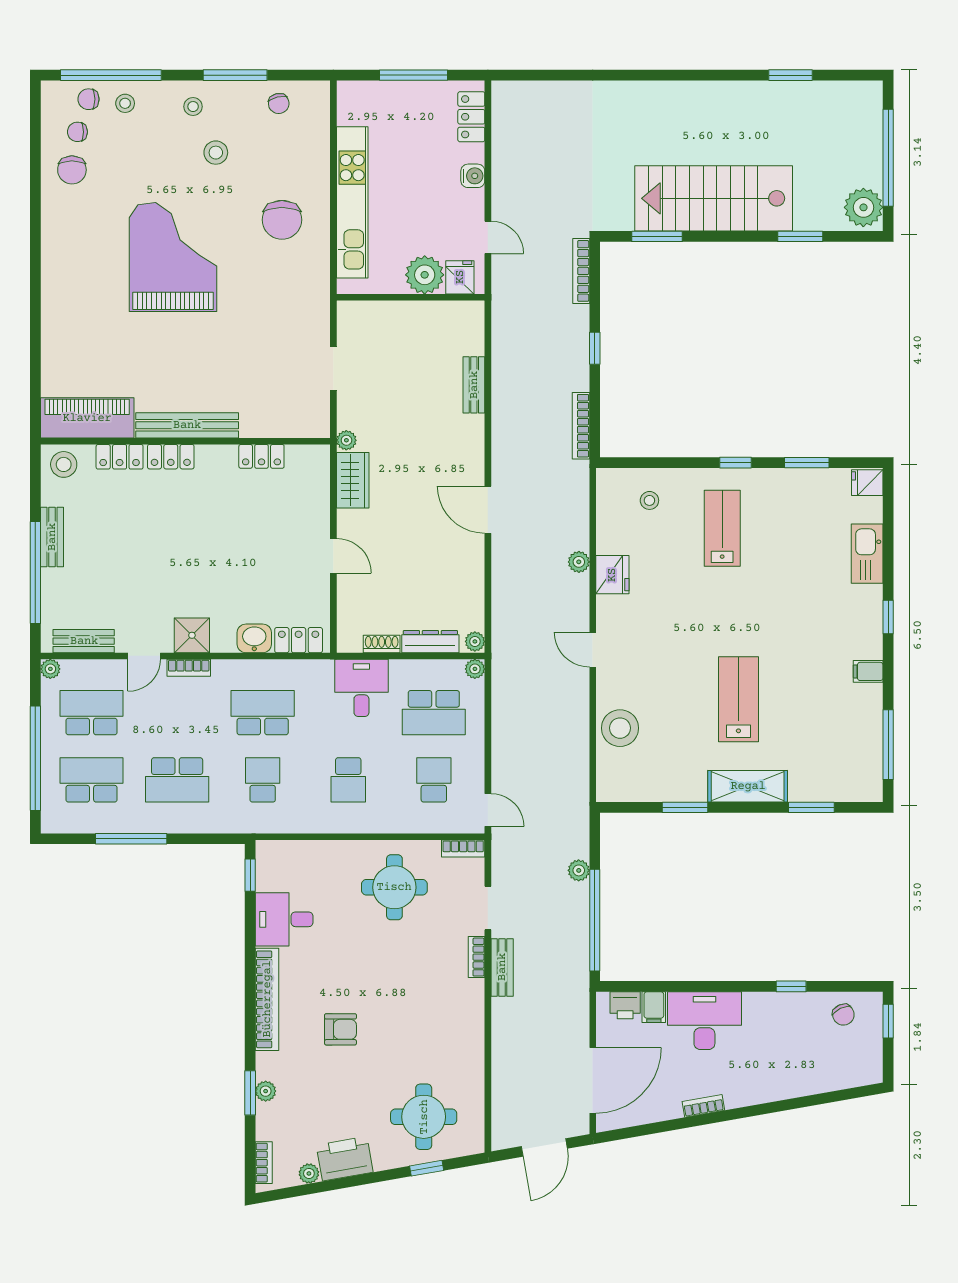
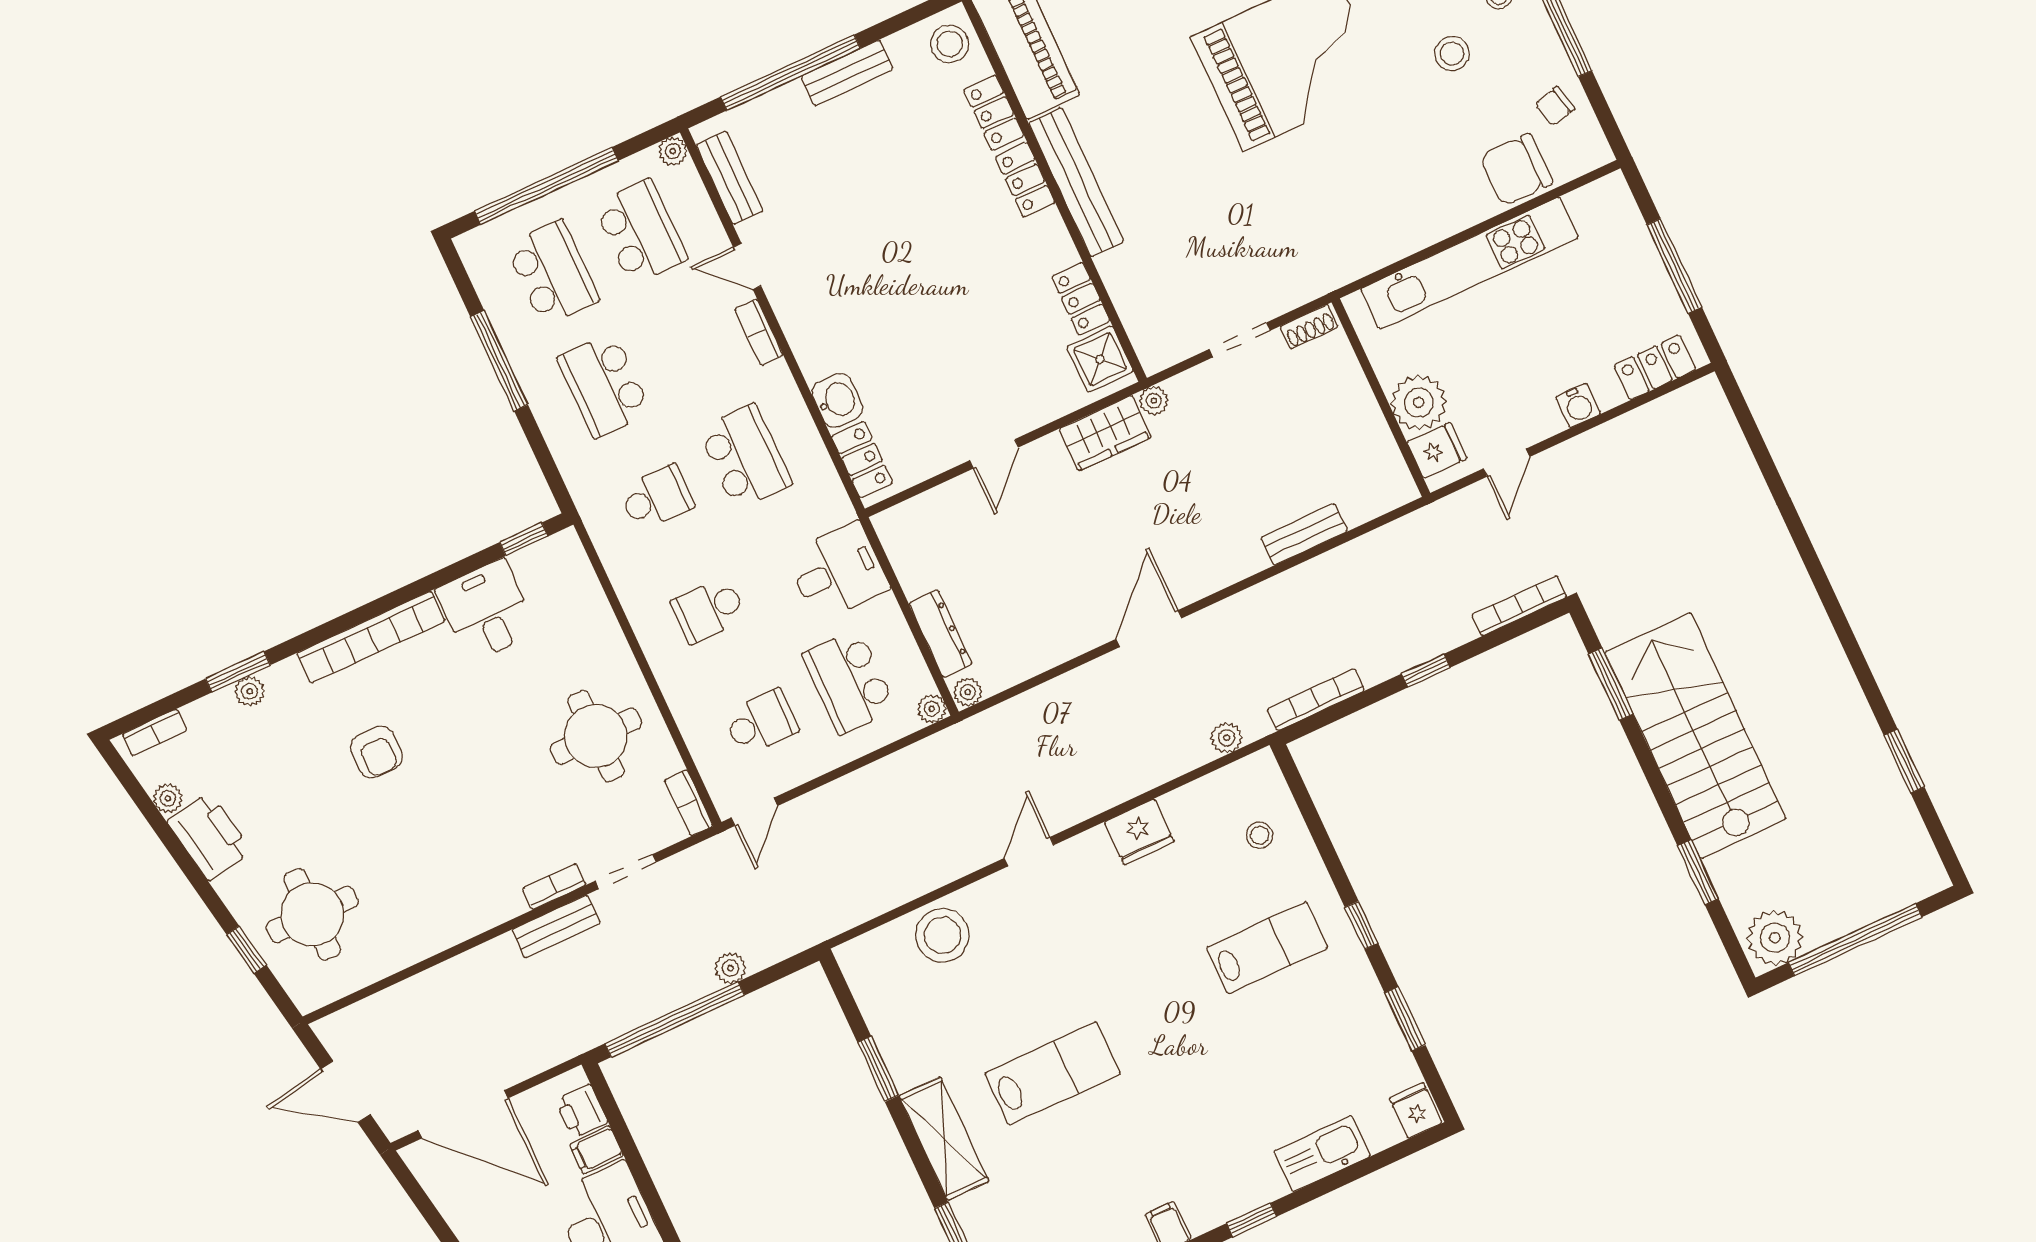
chair: (282, 220) -> (1516, 170), moved
plant: (579, 562) -> (1227, 738), moved
shower: (192, 635) -> (1100, 359), moved
shoe rack: (382, 644) -> (1309, 327), moved, turned 90

